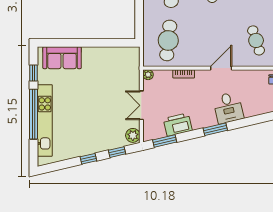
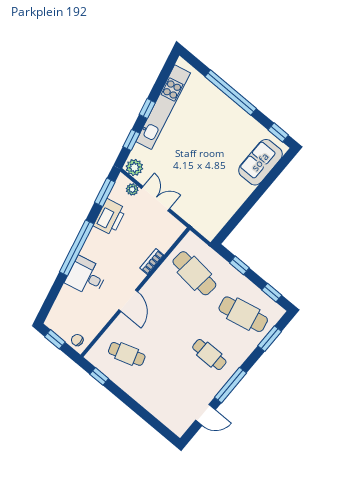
window: (139, 16) -> (239, 265), added
window: (33, 73) -> (278, 132), moved
plant: (148, 75) -> (132, 189), moved
kitchen unit: (45, 120) -> (163, 107), moved, turned -103
window: (215, 129) -> (77, 248), width x2.11

